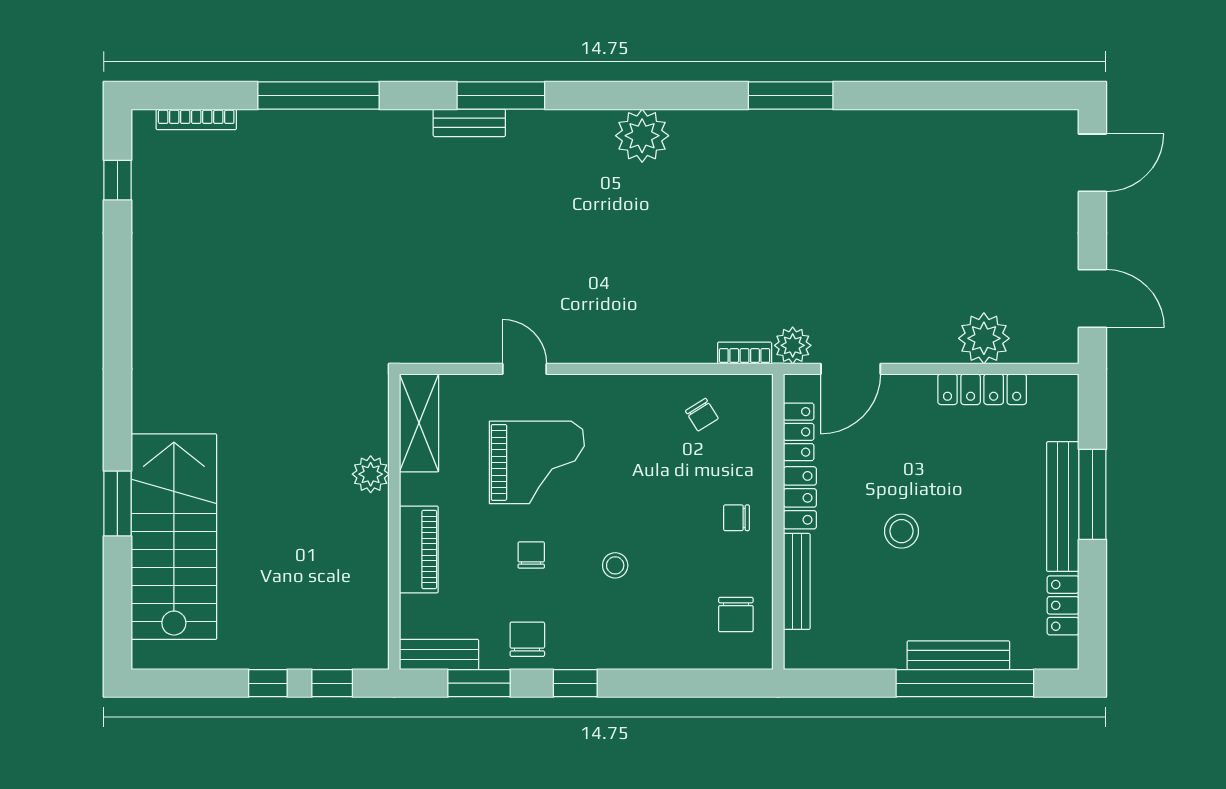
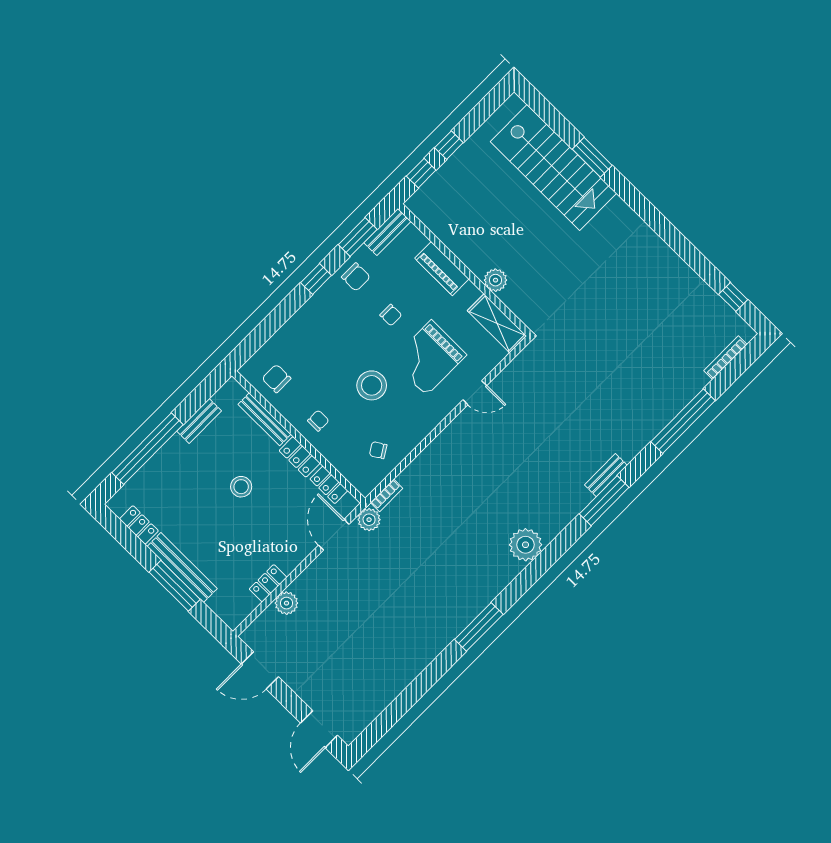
plant: (984, 338) -> (286, 603), width x0.73, depth x0.73
locker: (982, 389) -> (268, 583), width x0.66
stool: (615, 565) -> (372, 385), moved, width x1.89, depth x1.89
bench: (958, 655) -> (199, 421), moved, width x0.73

